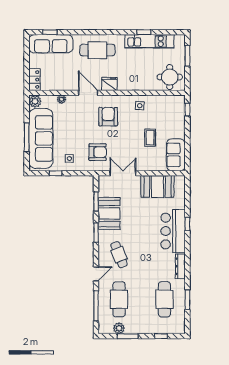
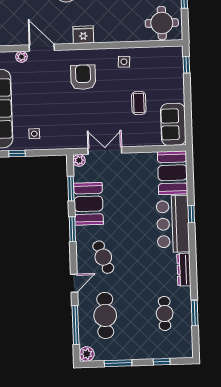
door: (88, 93) -> (42, 48), moved
armchair: (98, 152) -> (71, 124), removed
plant: (103, 180) -> (79, 160), added
booth: (157, 186) -> (173, 173), moved, turned 90
cafe table: (164, 299) -> (165, 313), width x0.73, depth x0.74
plant: (119, 328) -> (87, 354), moved

